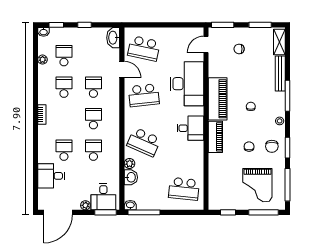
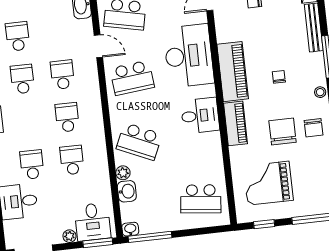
chair: (249, 147) -> (283, 132), width x1.87, depth x1.87
grand piano: (257, 185) -> (268, 183), moved, turned 90

